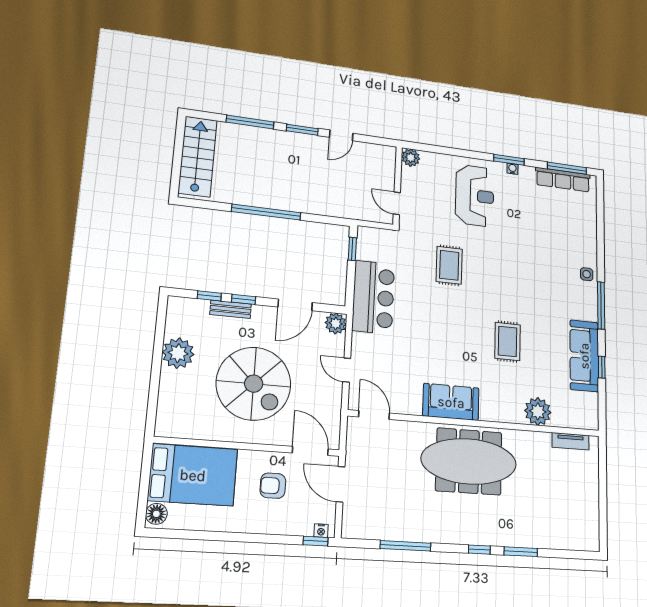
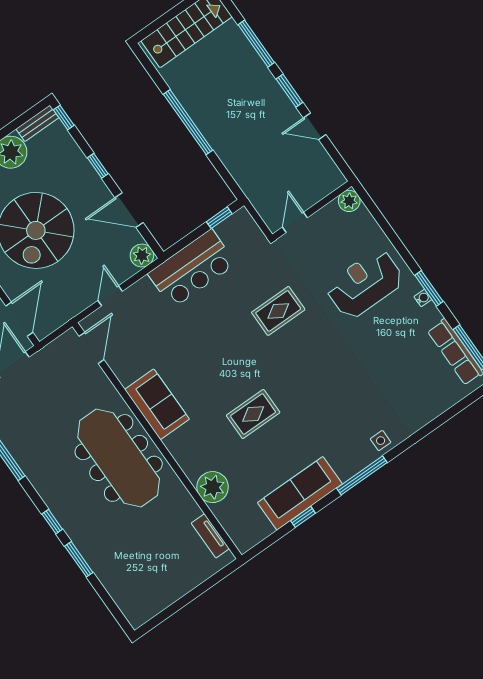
reception desk: (475, 196) -> (365, 284), turned 180
window: (209, 296) -> (64, 118), moved
bench: (231, 309) -> (37, 123), moved, turned 90

